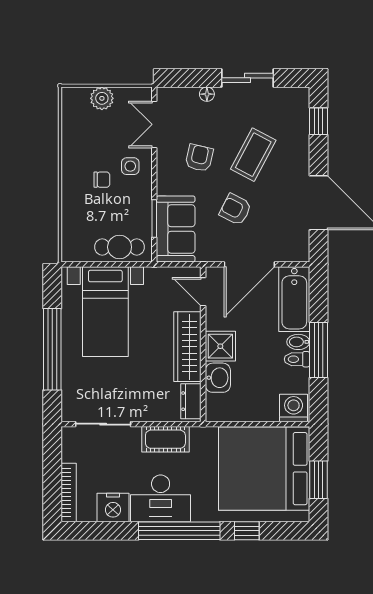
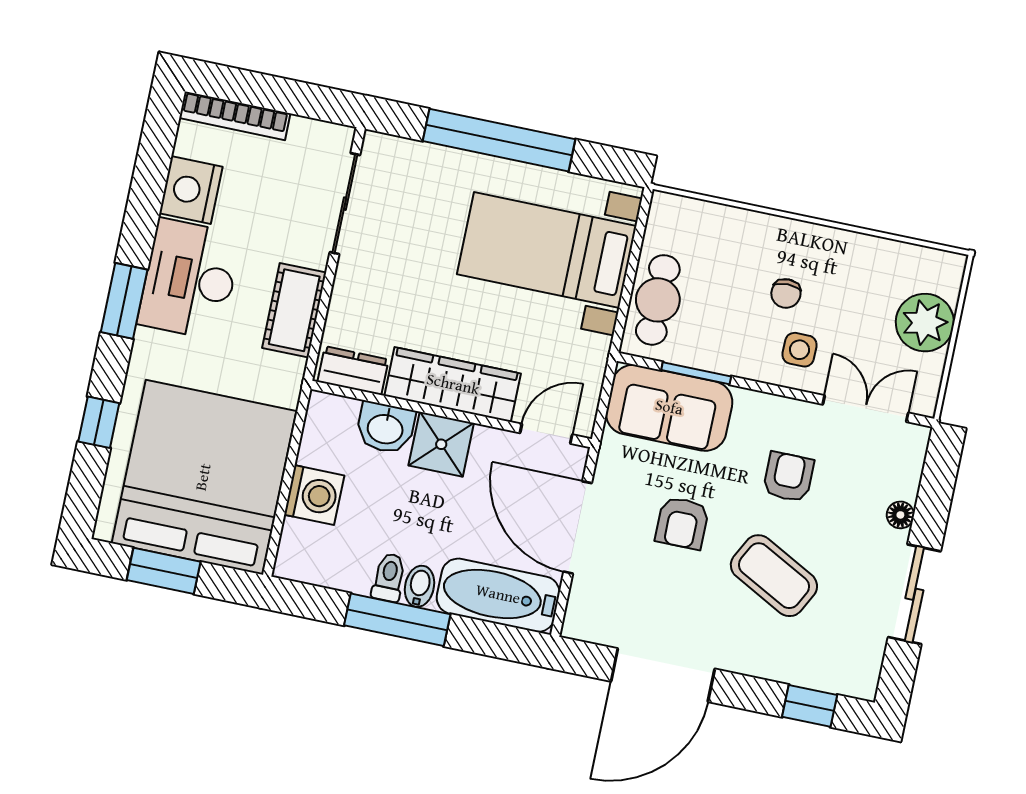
plant: (102, 98) -> (925, 323), width x1.36, depth x1.36
armchair: (199, 158) -> (788, 477), turned -103
armchair: (235, 209) -> (682, 523), turned 153
washing machine: (294, 408) -> (314, 495), moved
window: (179, 531) -> (124, 301), width x0.47

